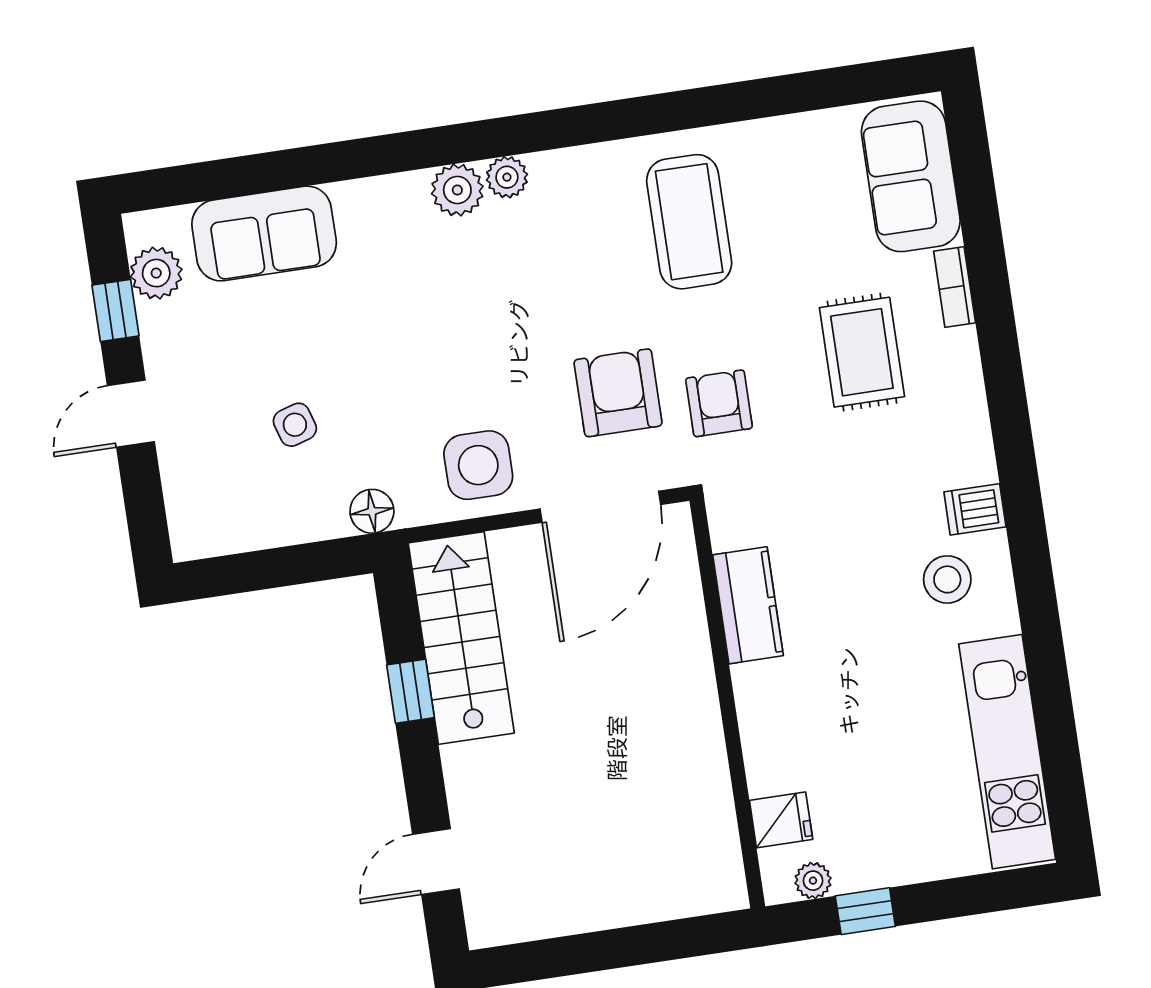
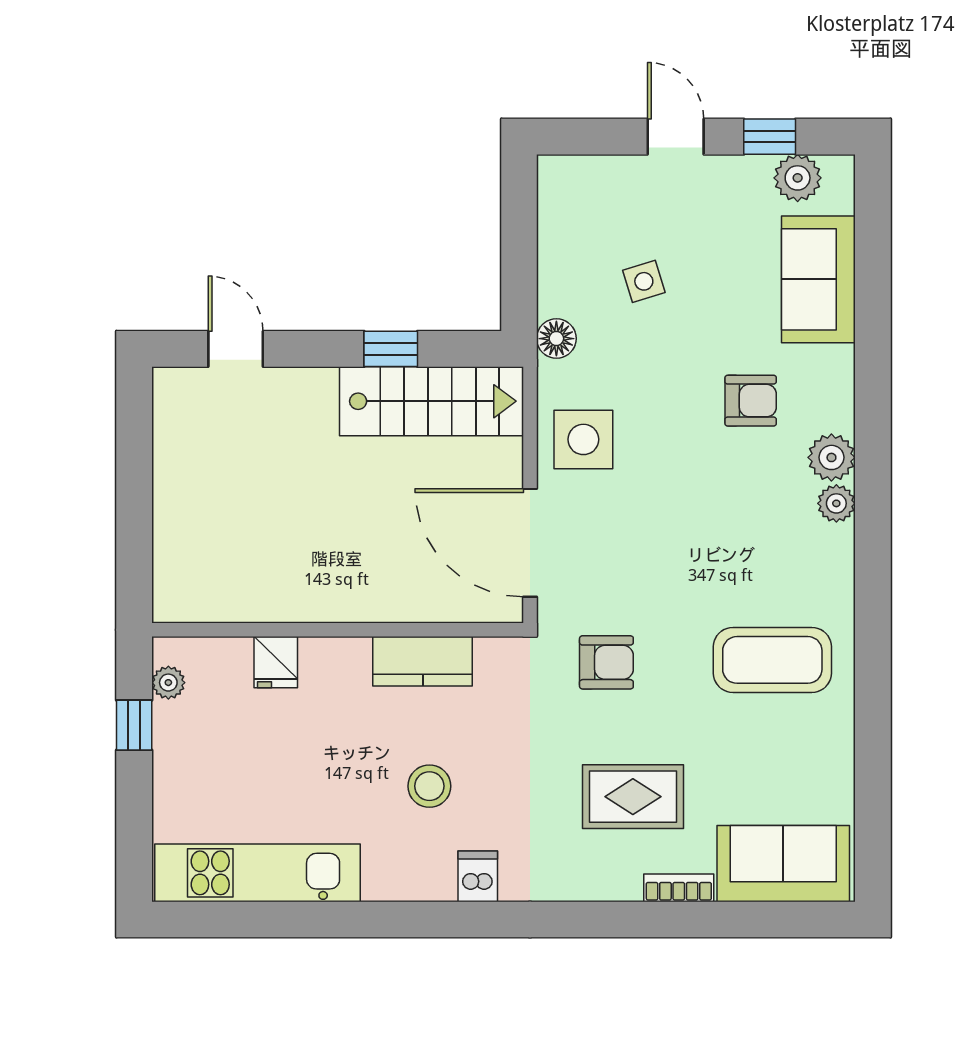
armchair: (618, 393) -> (751, 401), moved, width x0.72, depth x0.72
stool: (947, 579) -> (429, 786), moved
fridge: (781, 820) -> (276, 662), moved

